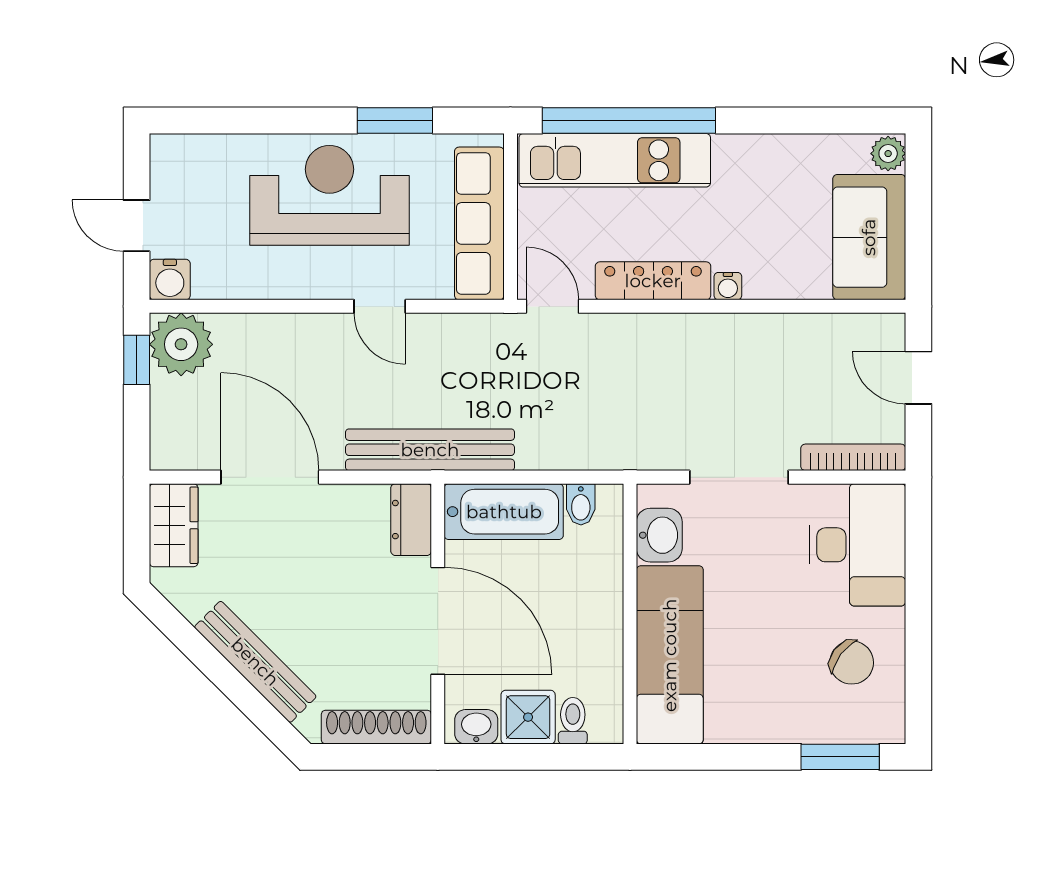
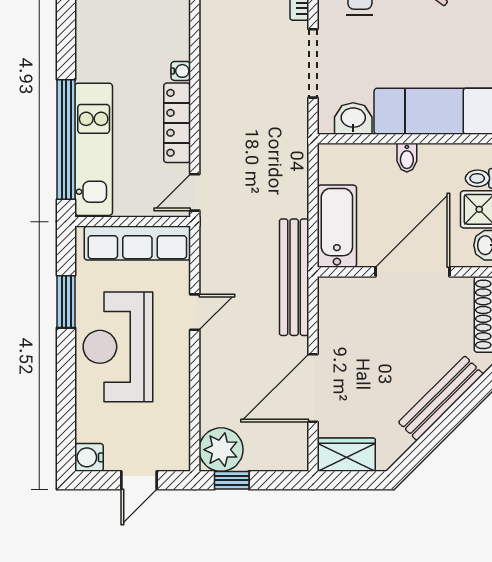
water cooler: (170, 280) -> (89, 457), moved, turned 180
bidet: (581, 504) -> (407, 158), moved, turned 90
dresser: (411, 520) -> (342, 290), removed

